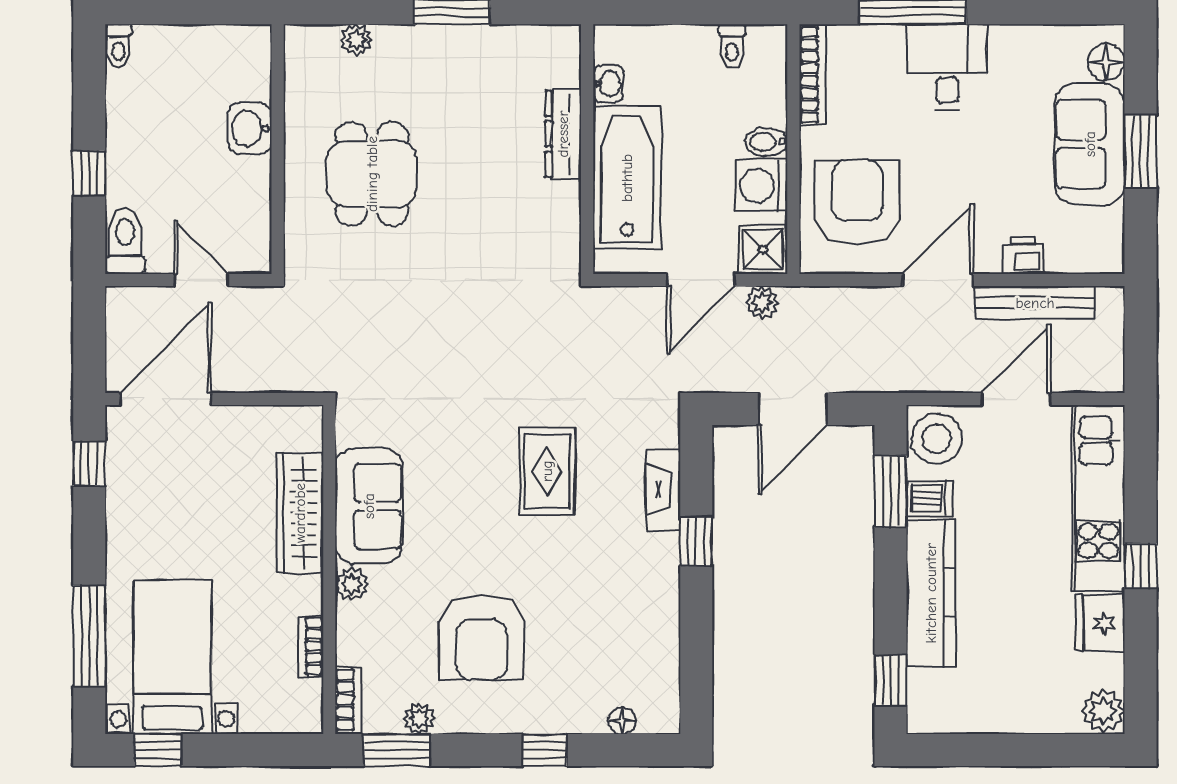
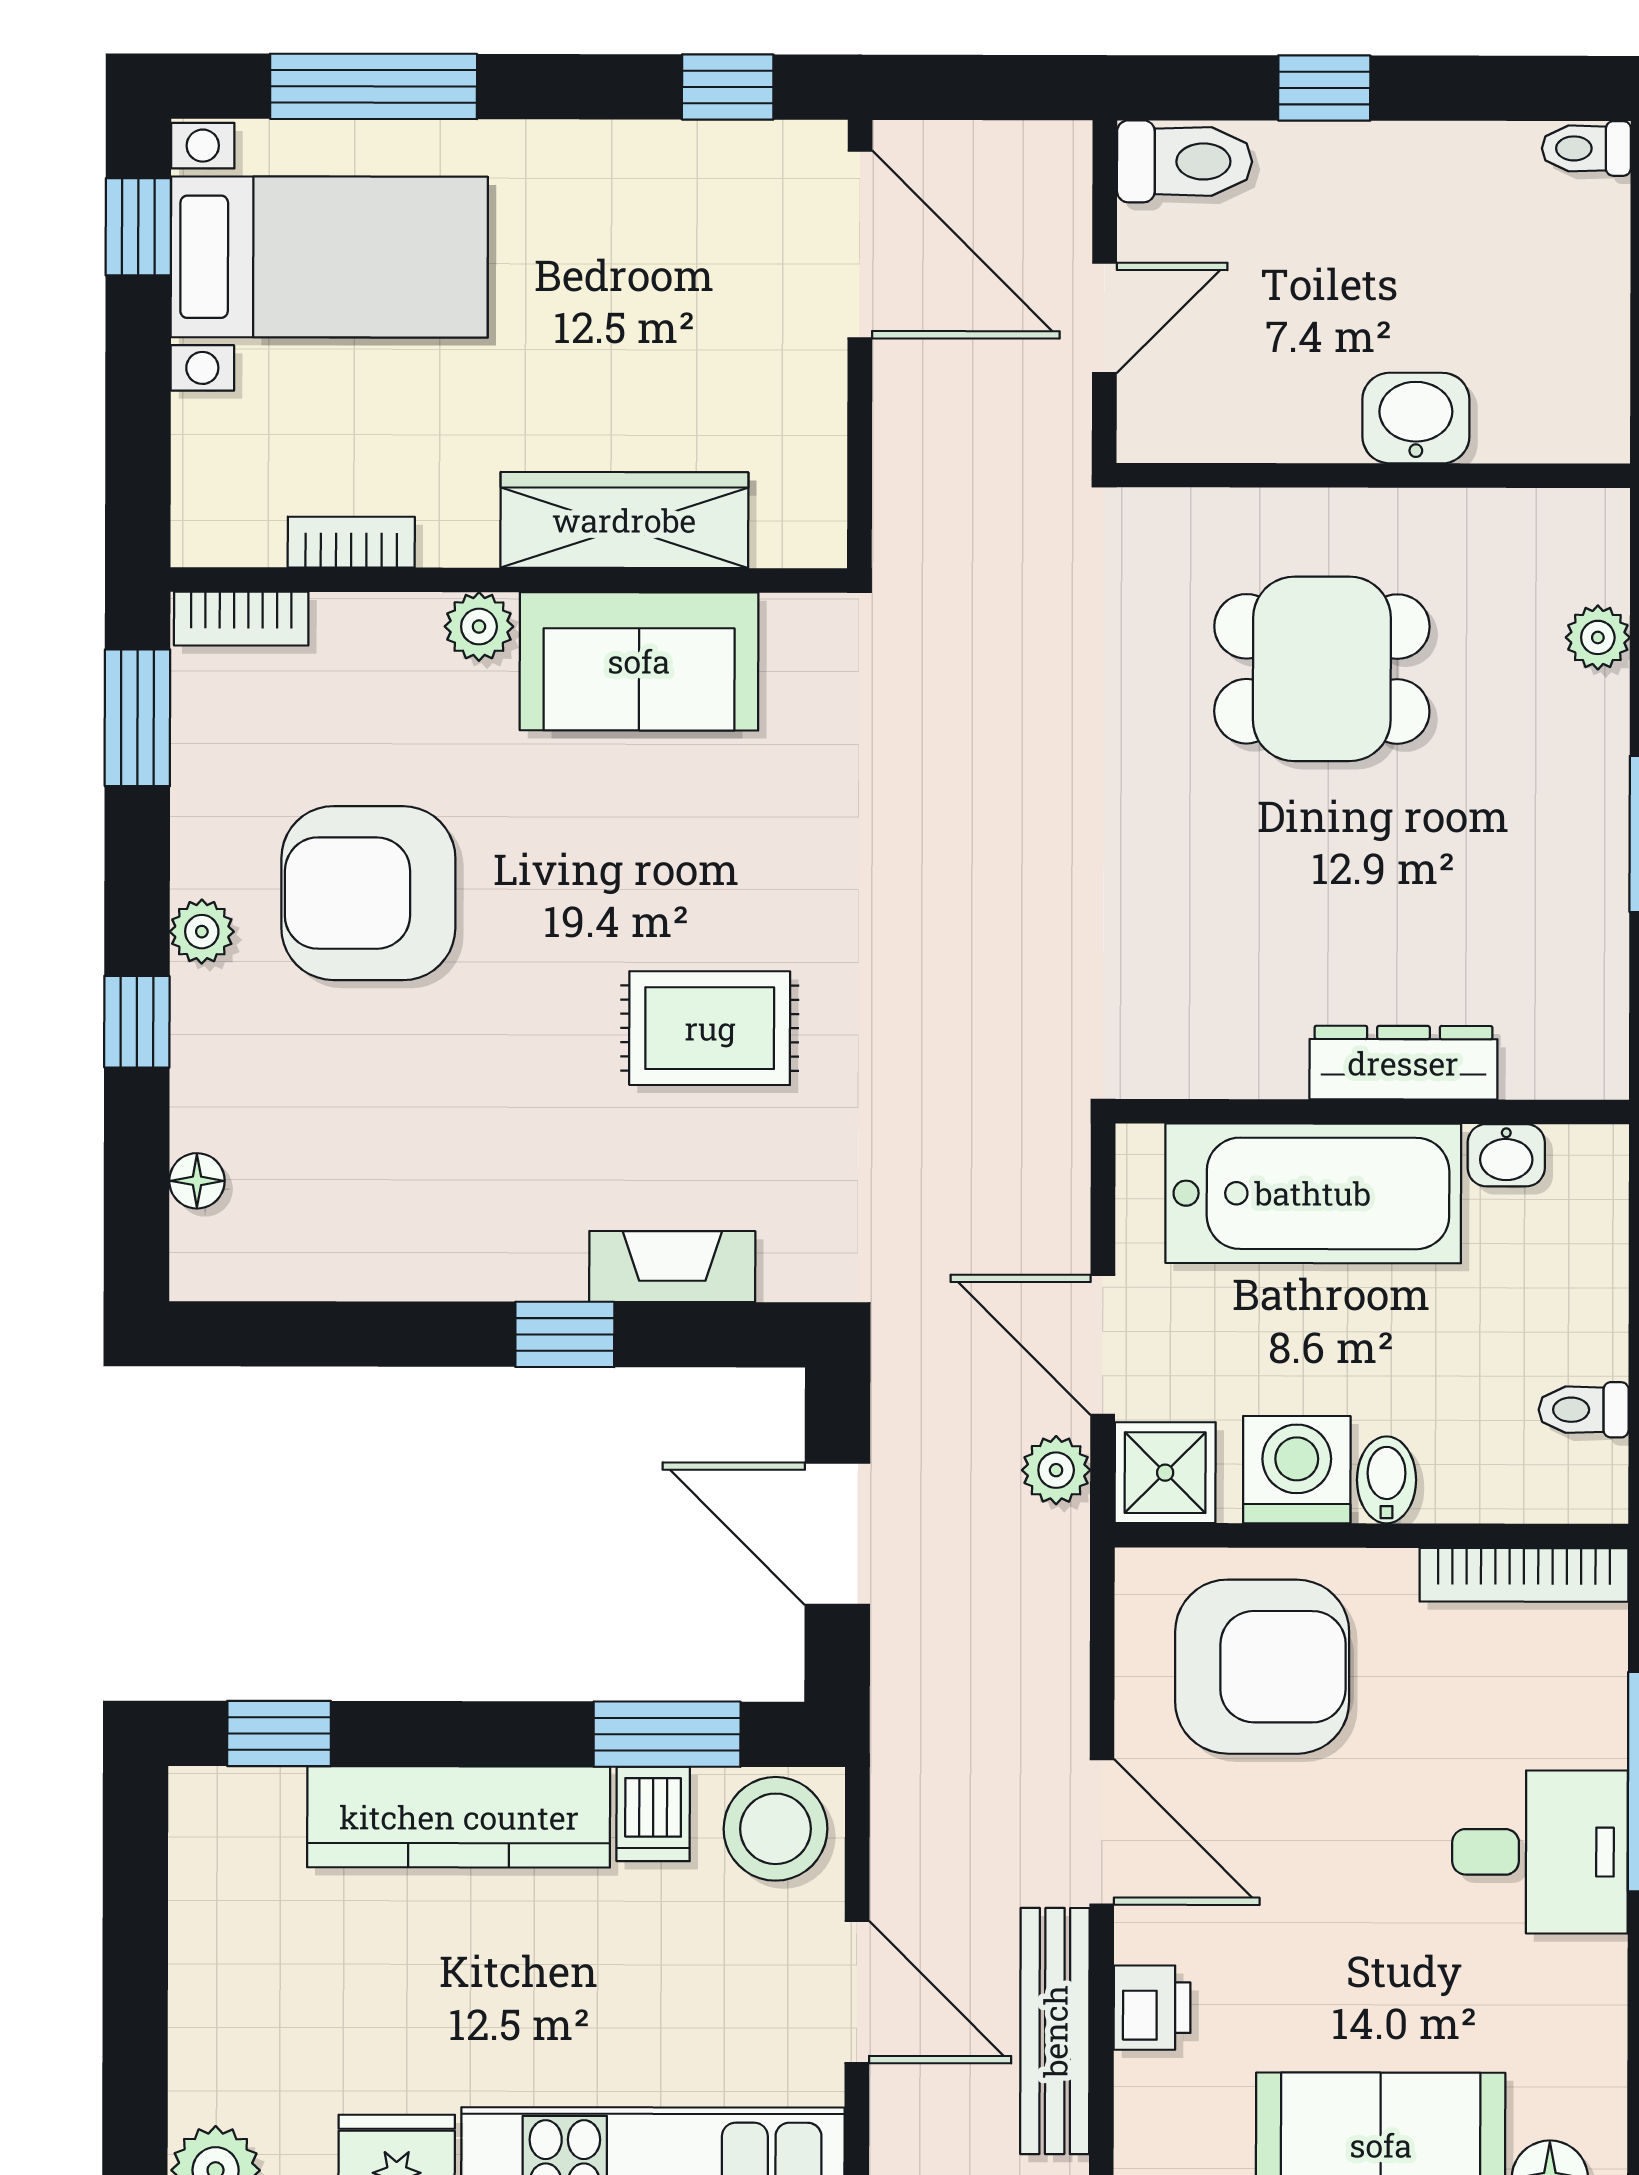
plant: (419, 719) -> (202, 932), moved

